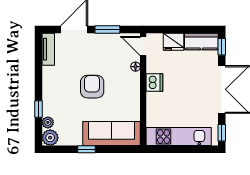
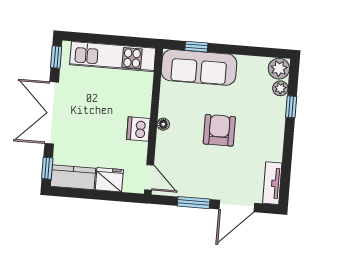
floor lamp: (136, 67) -> (163, 124), moved
armchair: (92, 87) -> (219, 130), turned 180
window: (86, 149) -> (196, 47), moved

